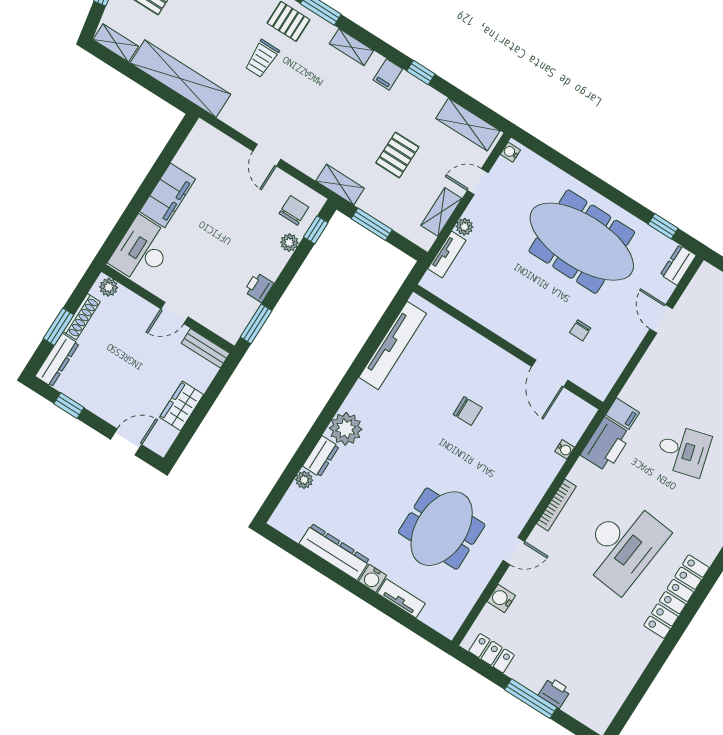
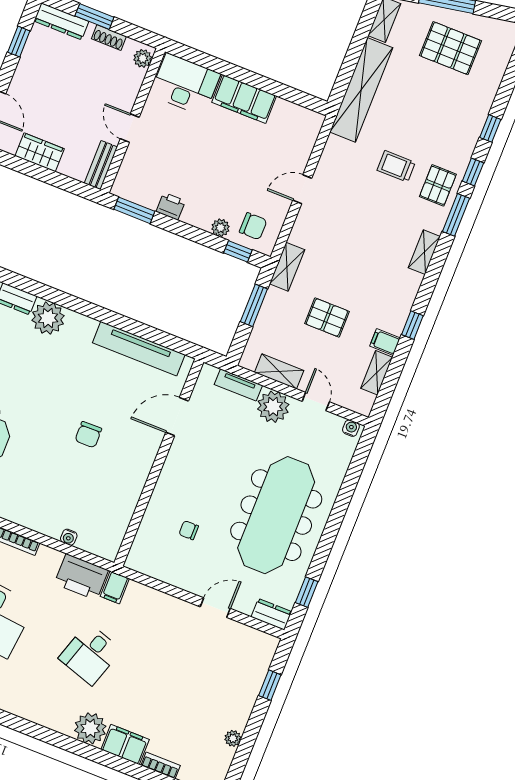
filing cabinet: (388, 74) -> (385, 342), moved
shelving: (468, 125) -> (377, 373), width x0.67, depth x0.75
plant: (464, 227) -> (273, 407), width x1.87, depth x1.87
shoe rack: (82, 317) -> (109, 38), width x0.70
door: (550, 373) -> (177, 417), moved
desk: (683, 450) -> (90, 654), turned 33

